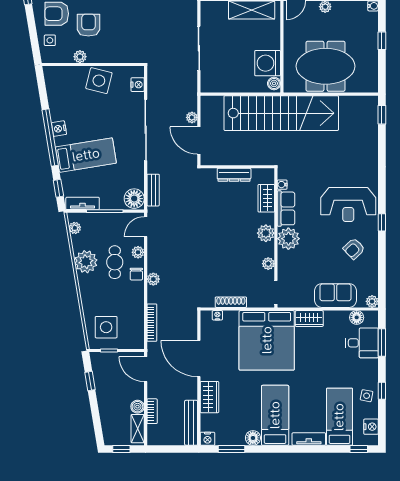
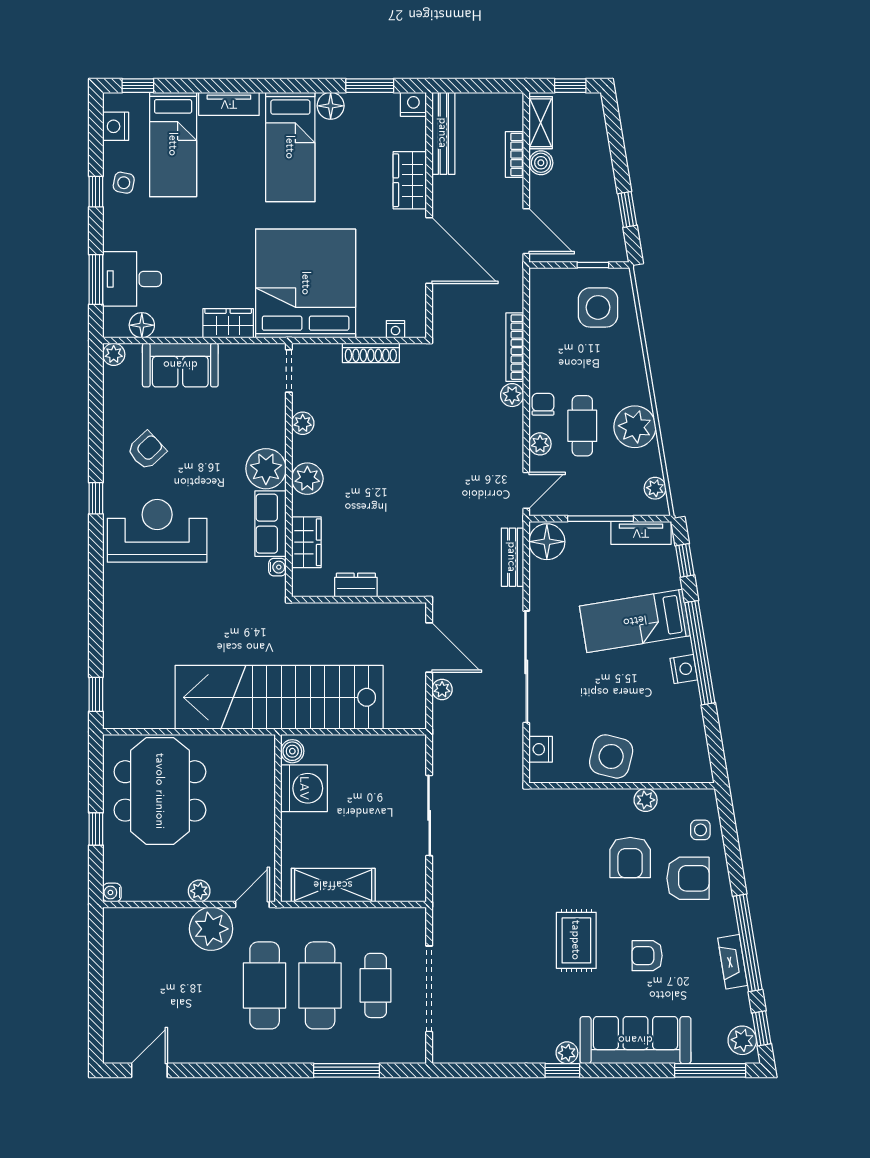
meeting table: (325, 66) -> (160, 791), moved, turned 90
dresser: (234, 175) -> (356, 585), width x0.70
bookcase: (152, 323) -> (515, 347), moved

